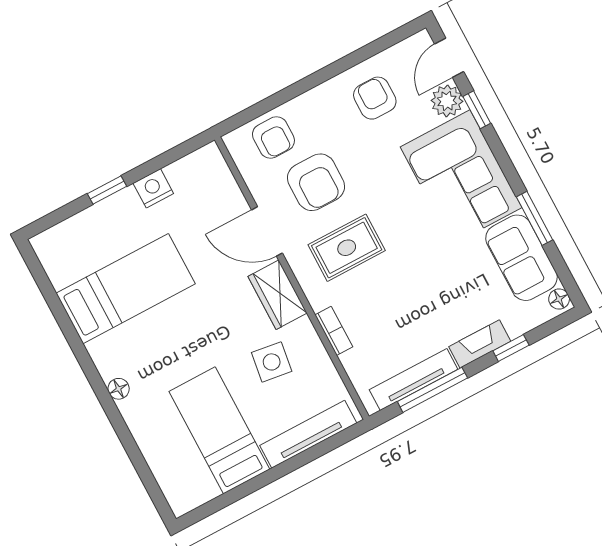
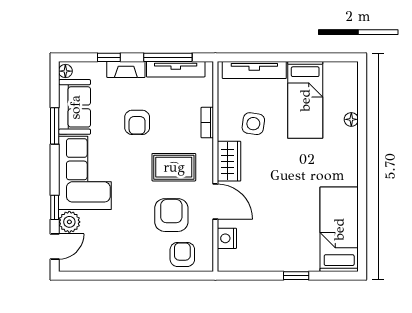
armchair: (375, 98) -> (137, 122), moved
nightstand: (153, 188) -> (227, 238), moved, turned 90
bed: (126, 289) -> (339, 229), moved, turned 90
floor lamp: (119, 389) -> (351, 119), moved

